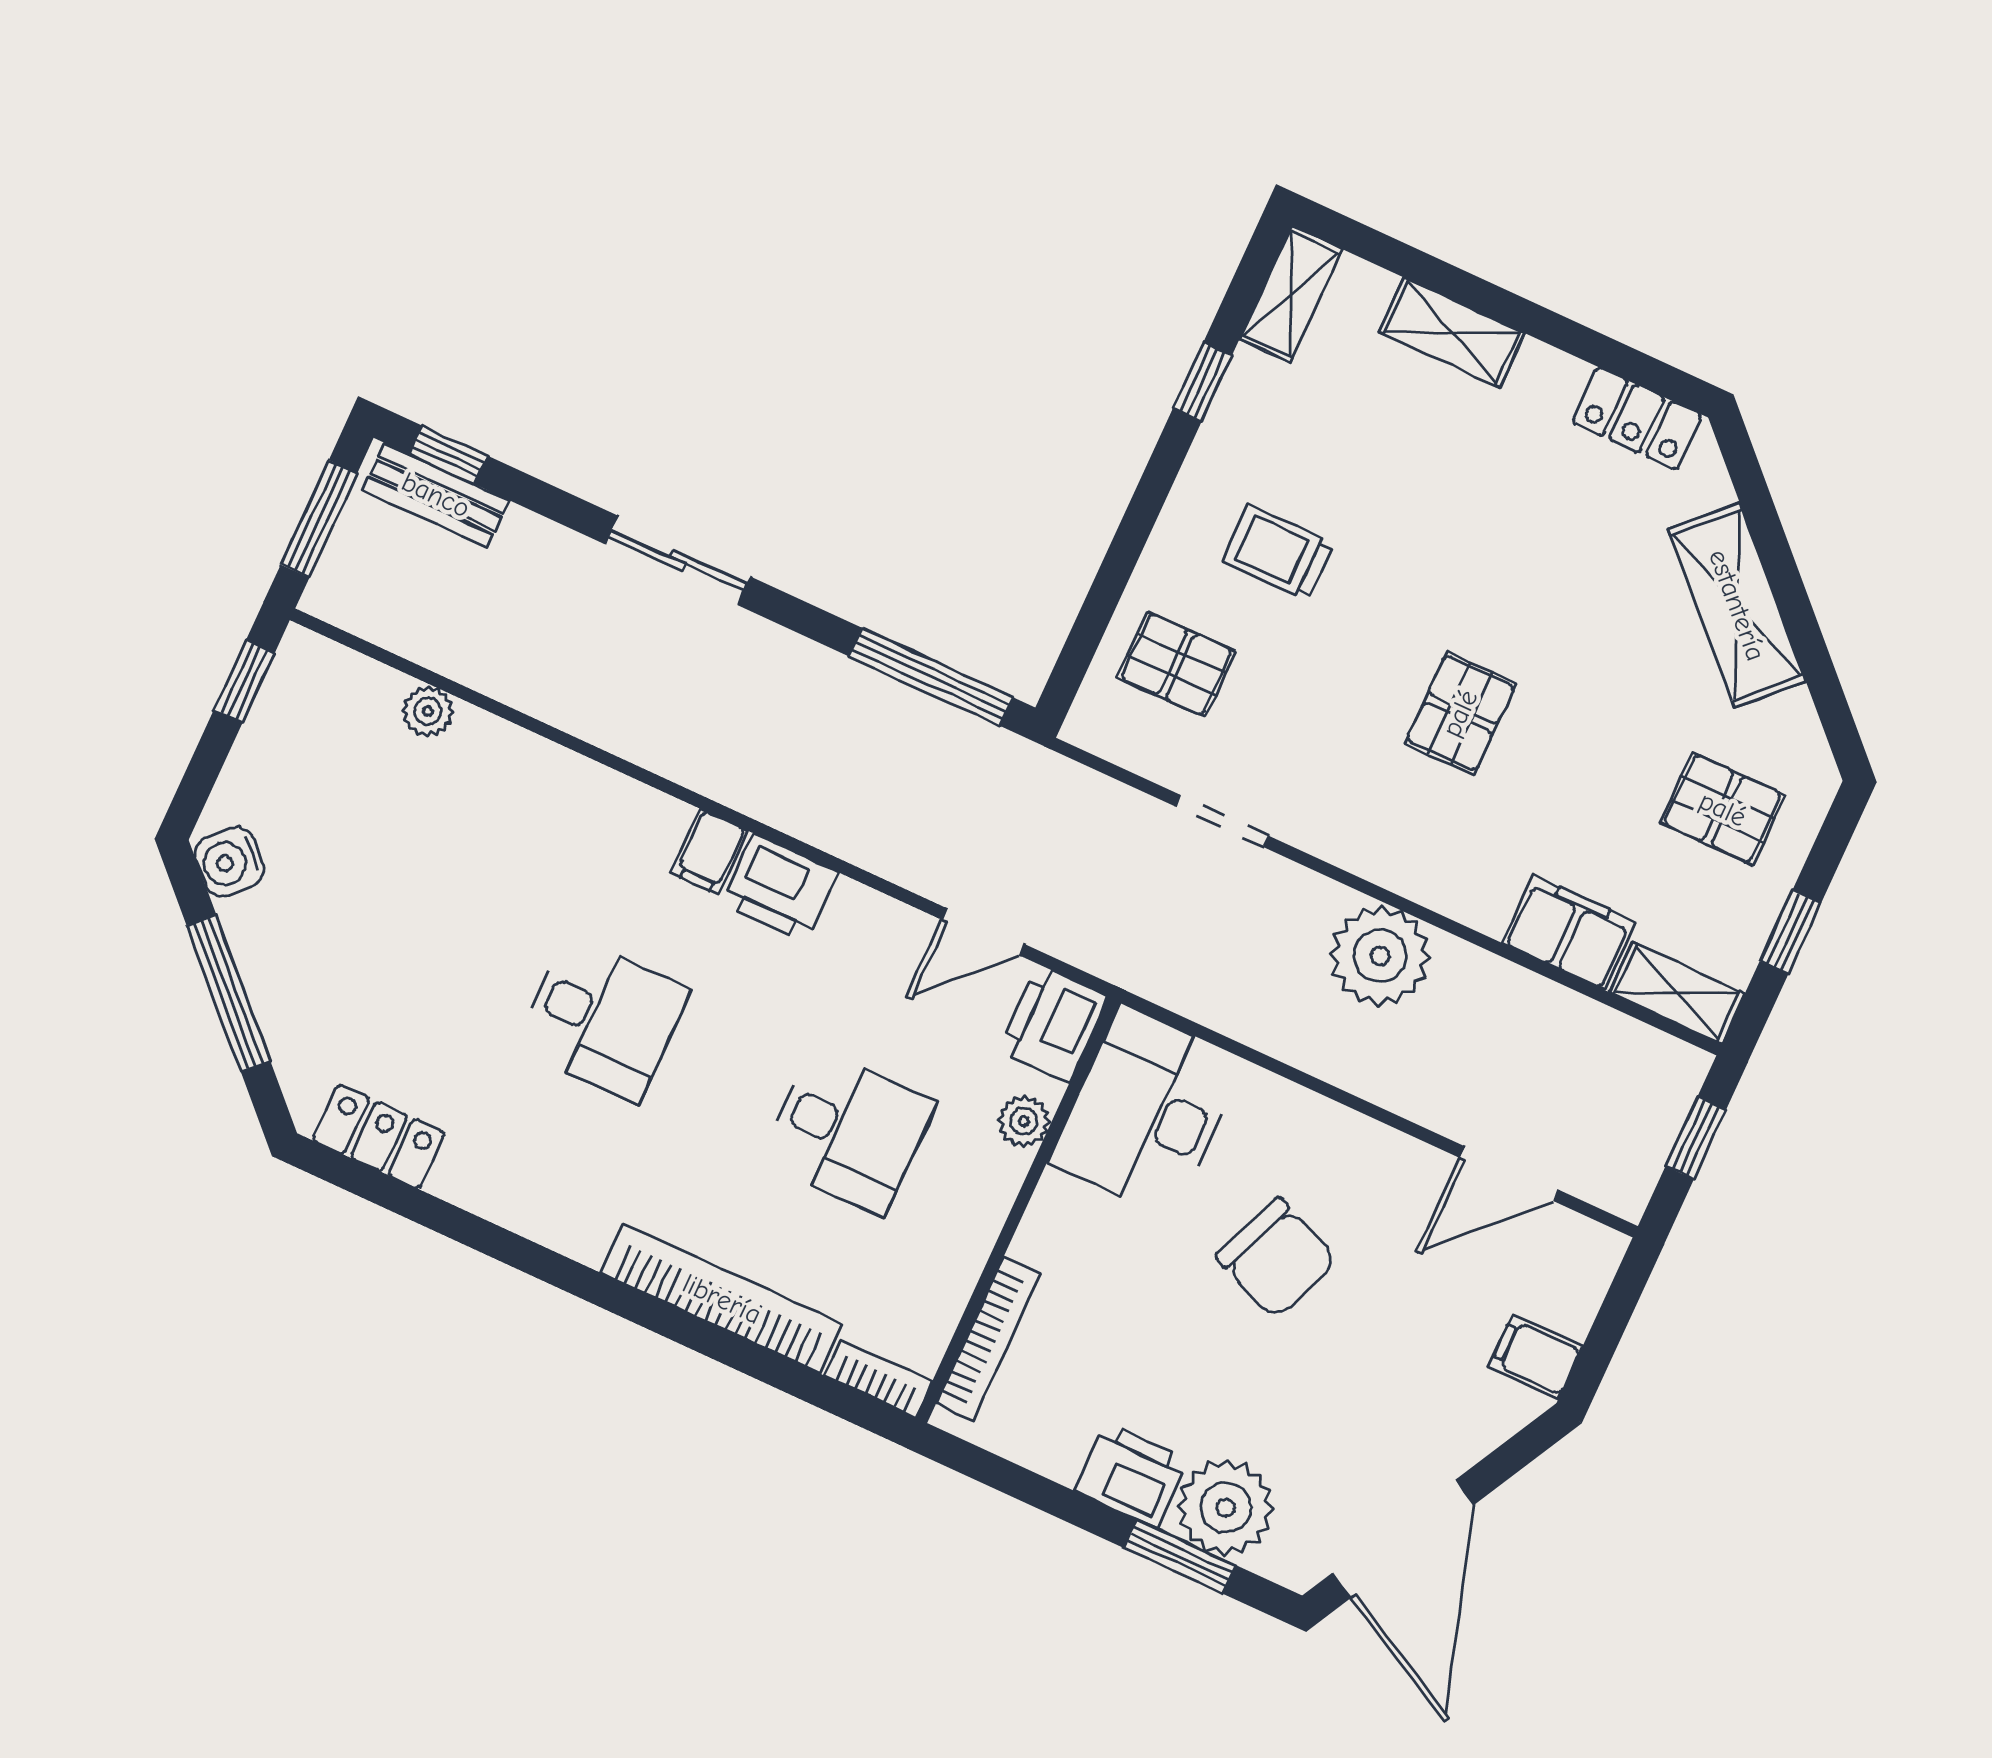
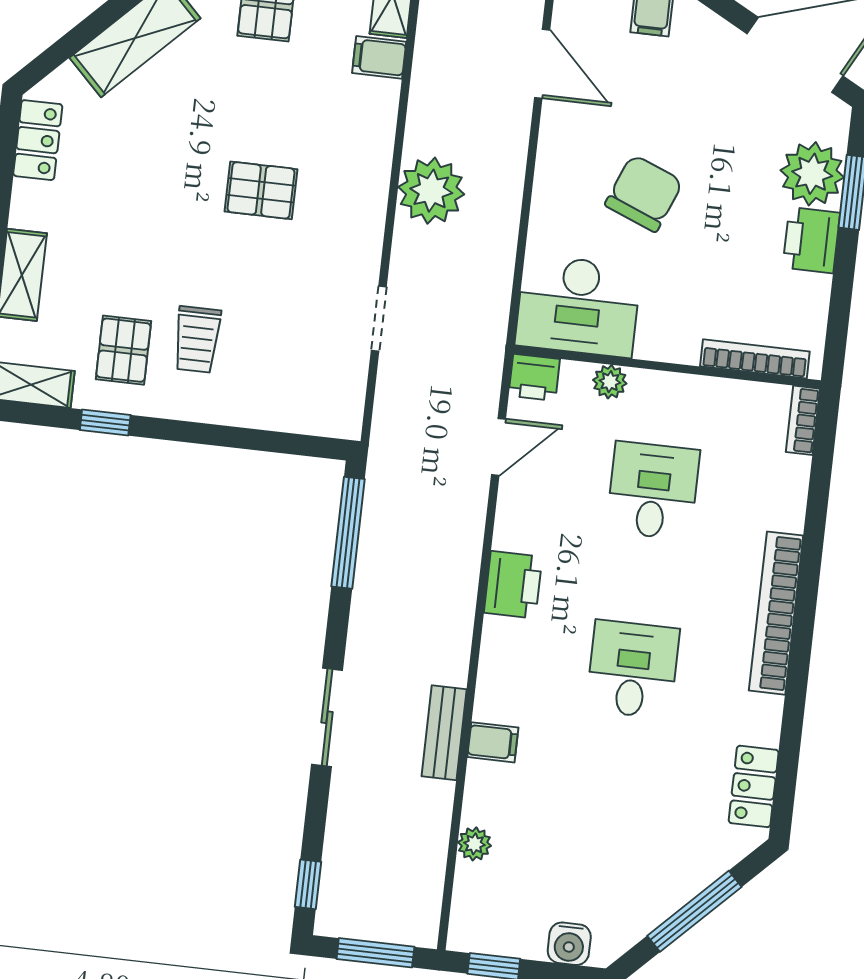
bench: (436, 495) -> (444, 733), moved
pallet: (1177, 664) -> (123, 350), moved
filing cabinet: (710, 852) -> (493, 742), moved
water cooler: (229, 862) -> (569, 944), moved, turned 45
door: (983, 932) -> (499, 447), hinge flipped
filing cabinet: (1569, 932) -> (379, 57), width x0.50
printer: (1053, 1024) -> (534, 377), width x0.73, depth x0.81
bookcase: (722, 1299) -> (776, 613), moved

